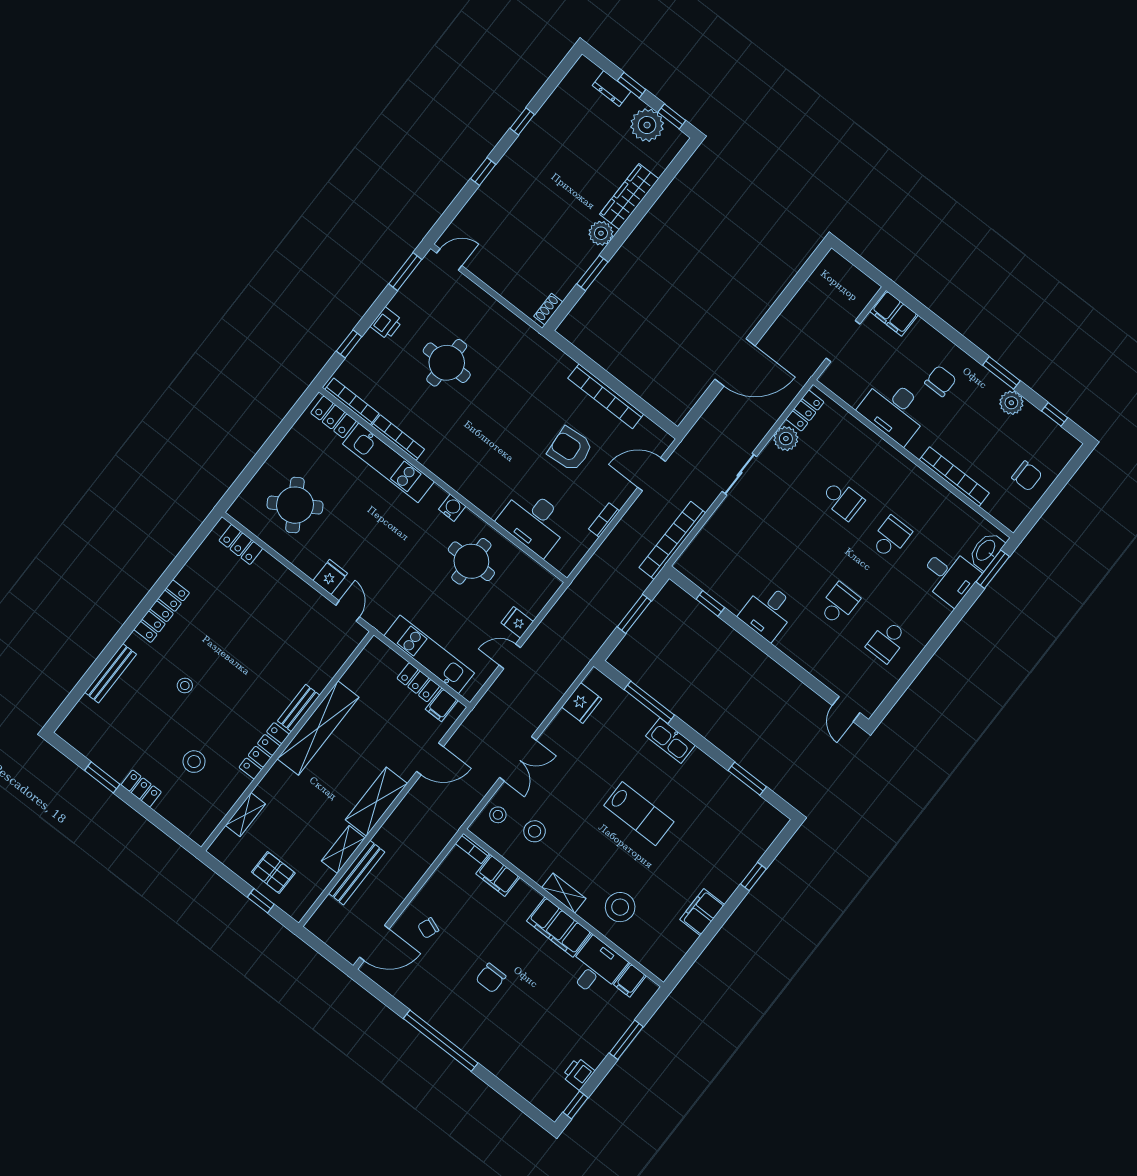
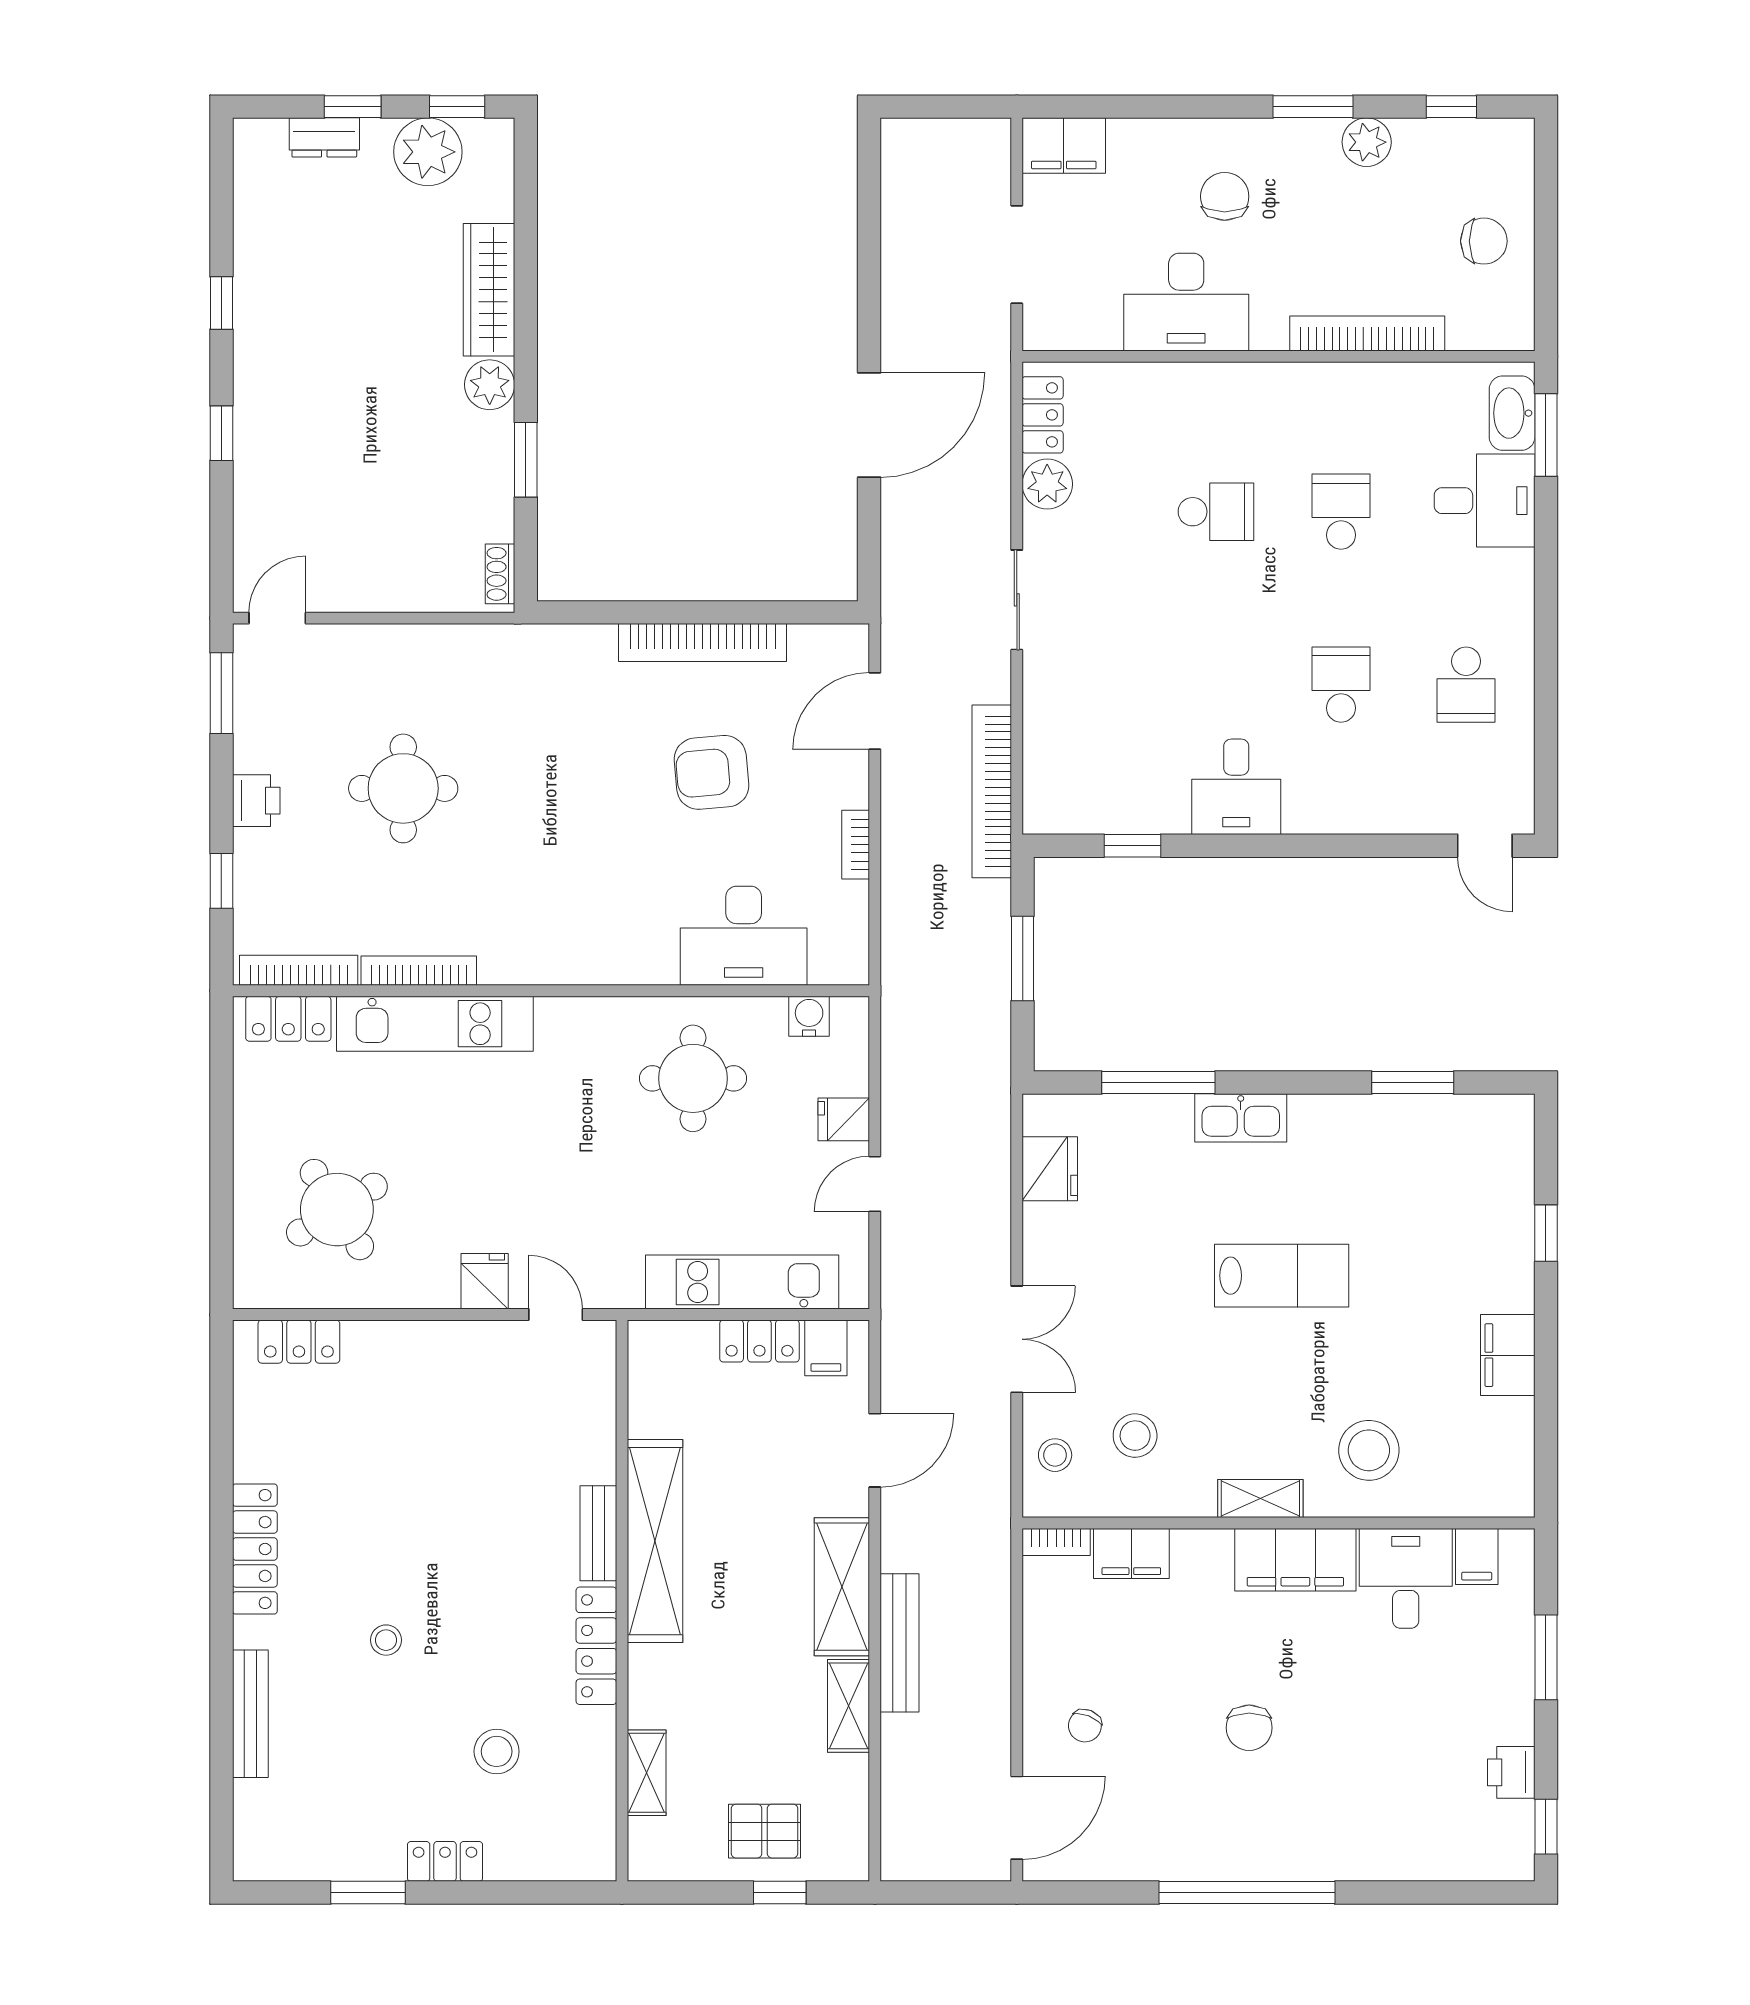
water cooler: (452, 508) -> (809, 1016), moved
bench: (357, 873) -> (900, 1643), moved

